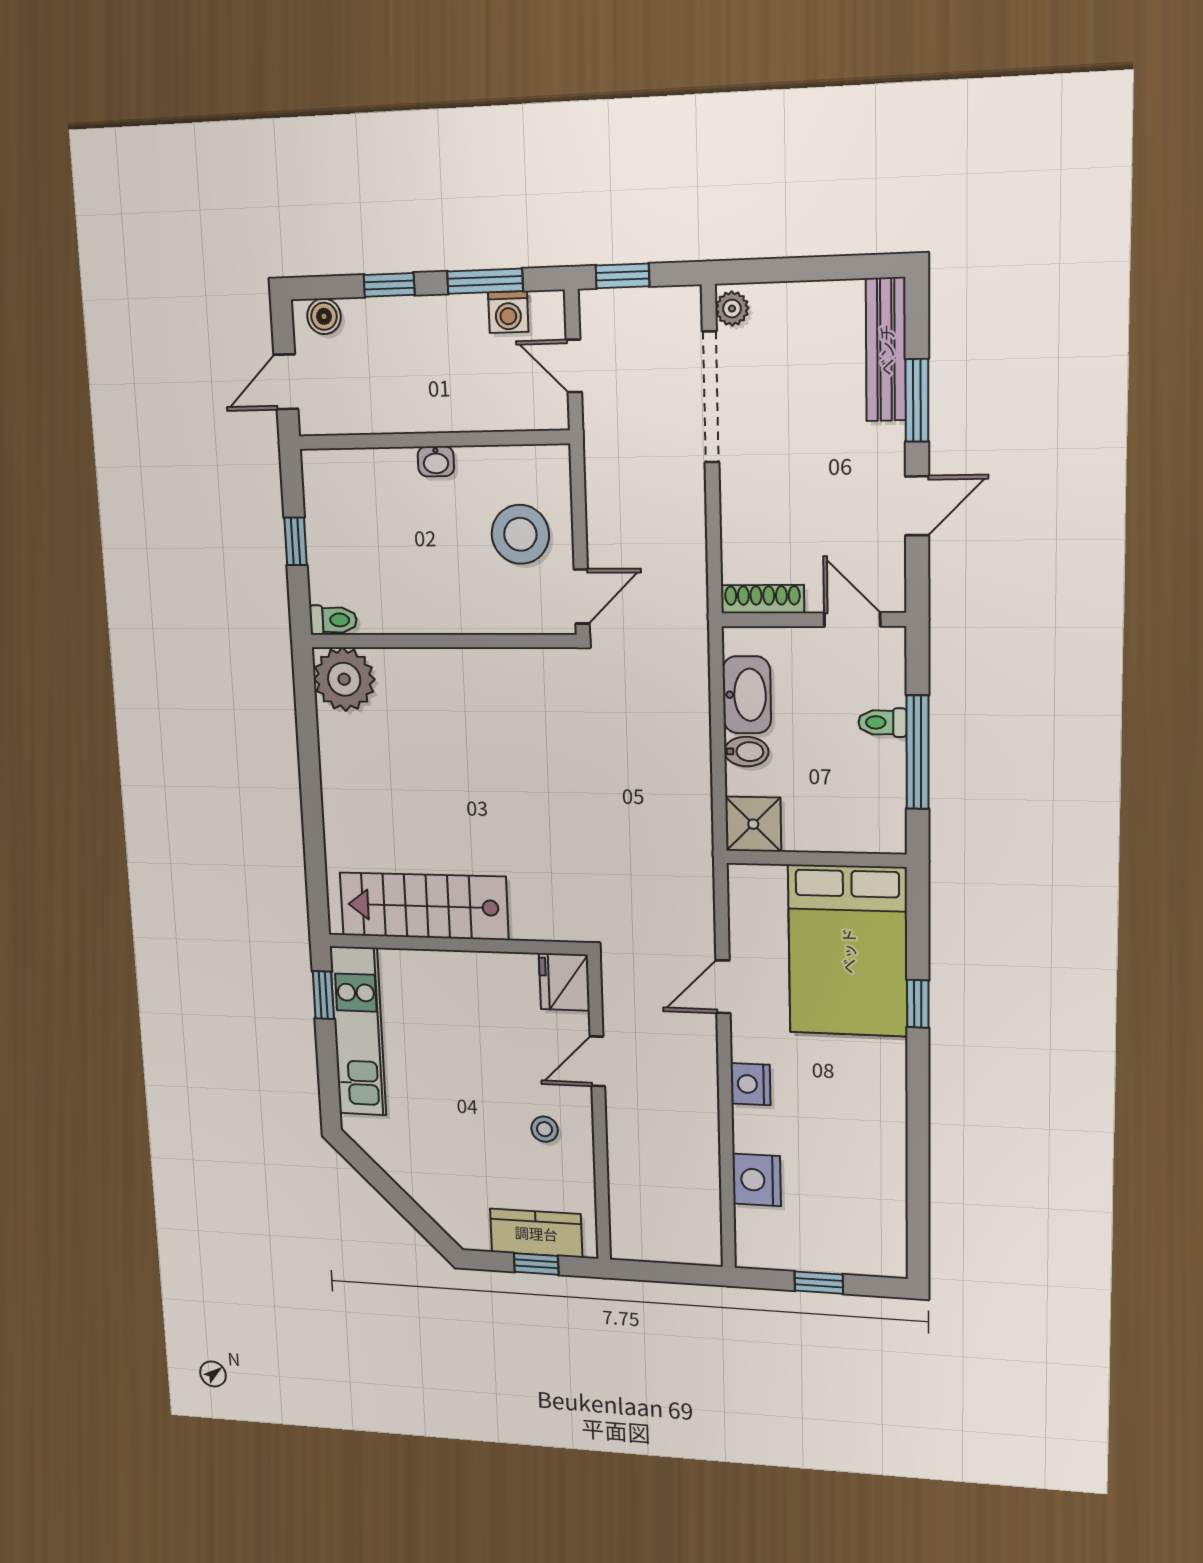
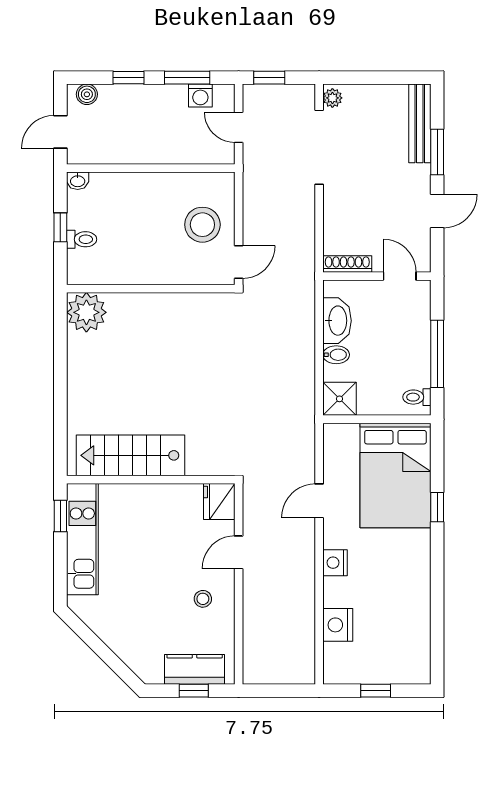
washbasin: (436, 461) -> (78, 181), moved
toilet: (333, 620) -> (82, 239), moved
toilet: (882, 722) -> (417, 397), moved

